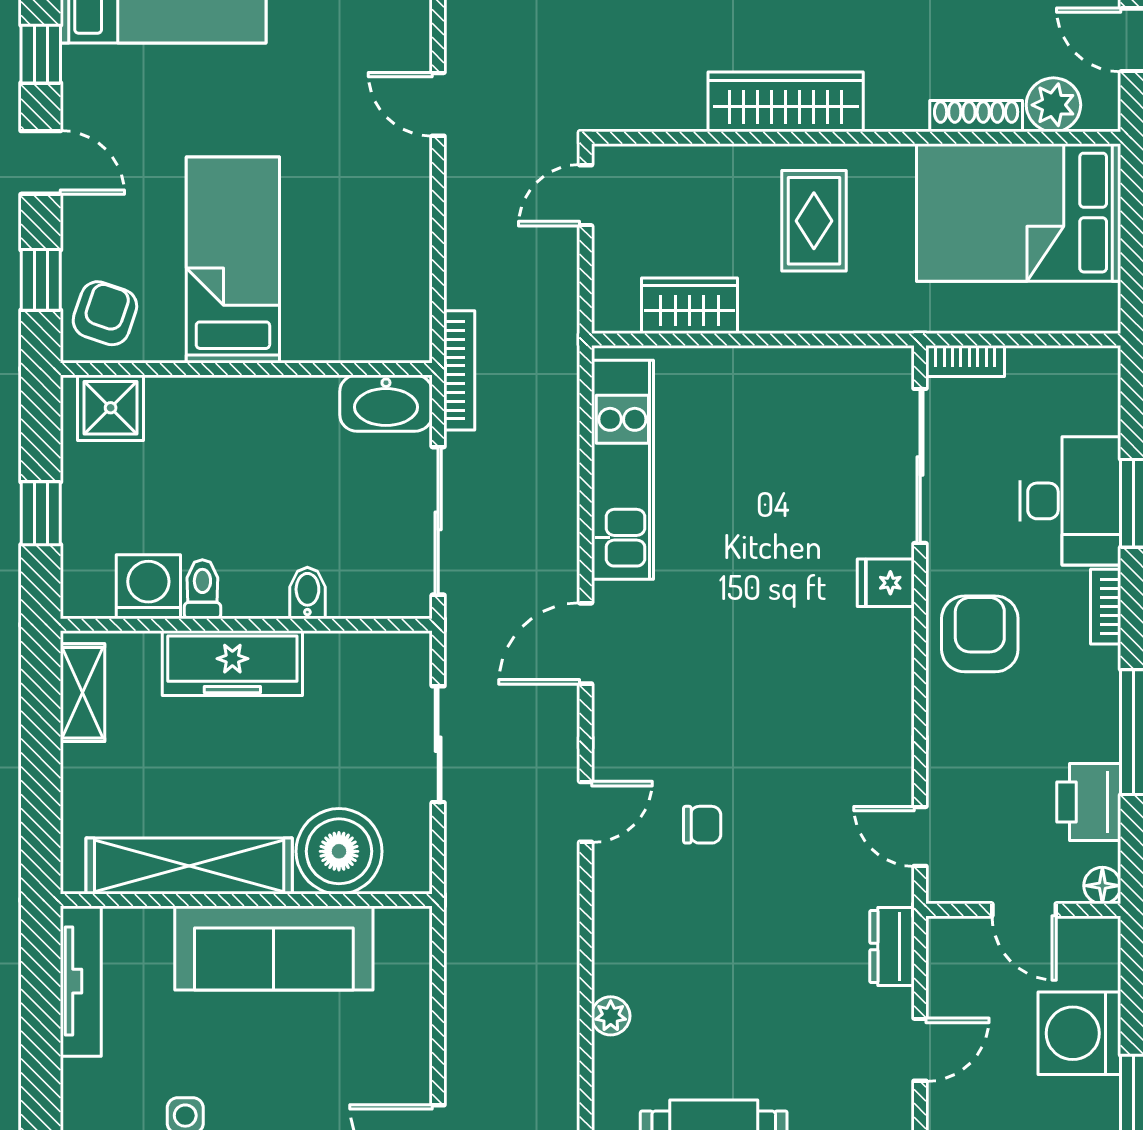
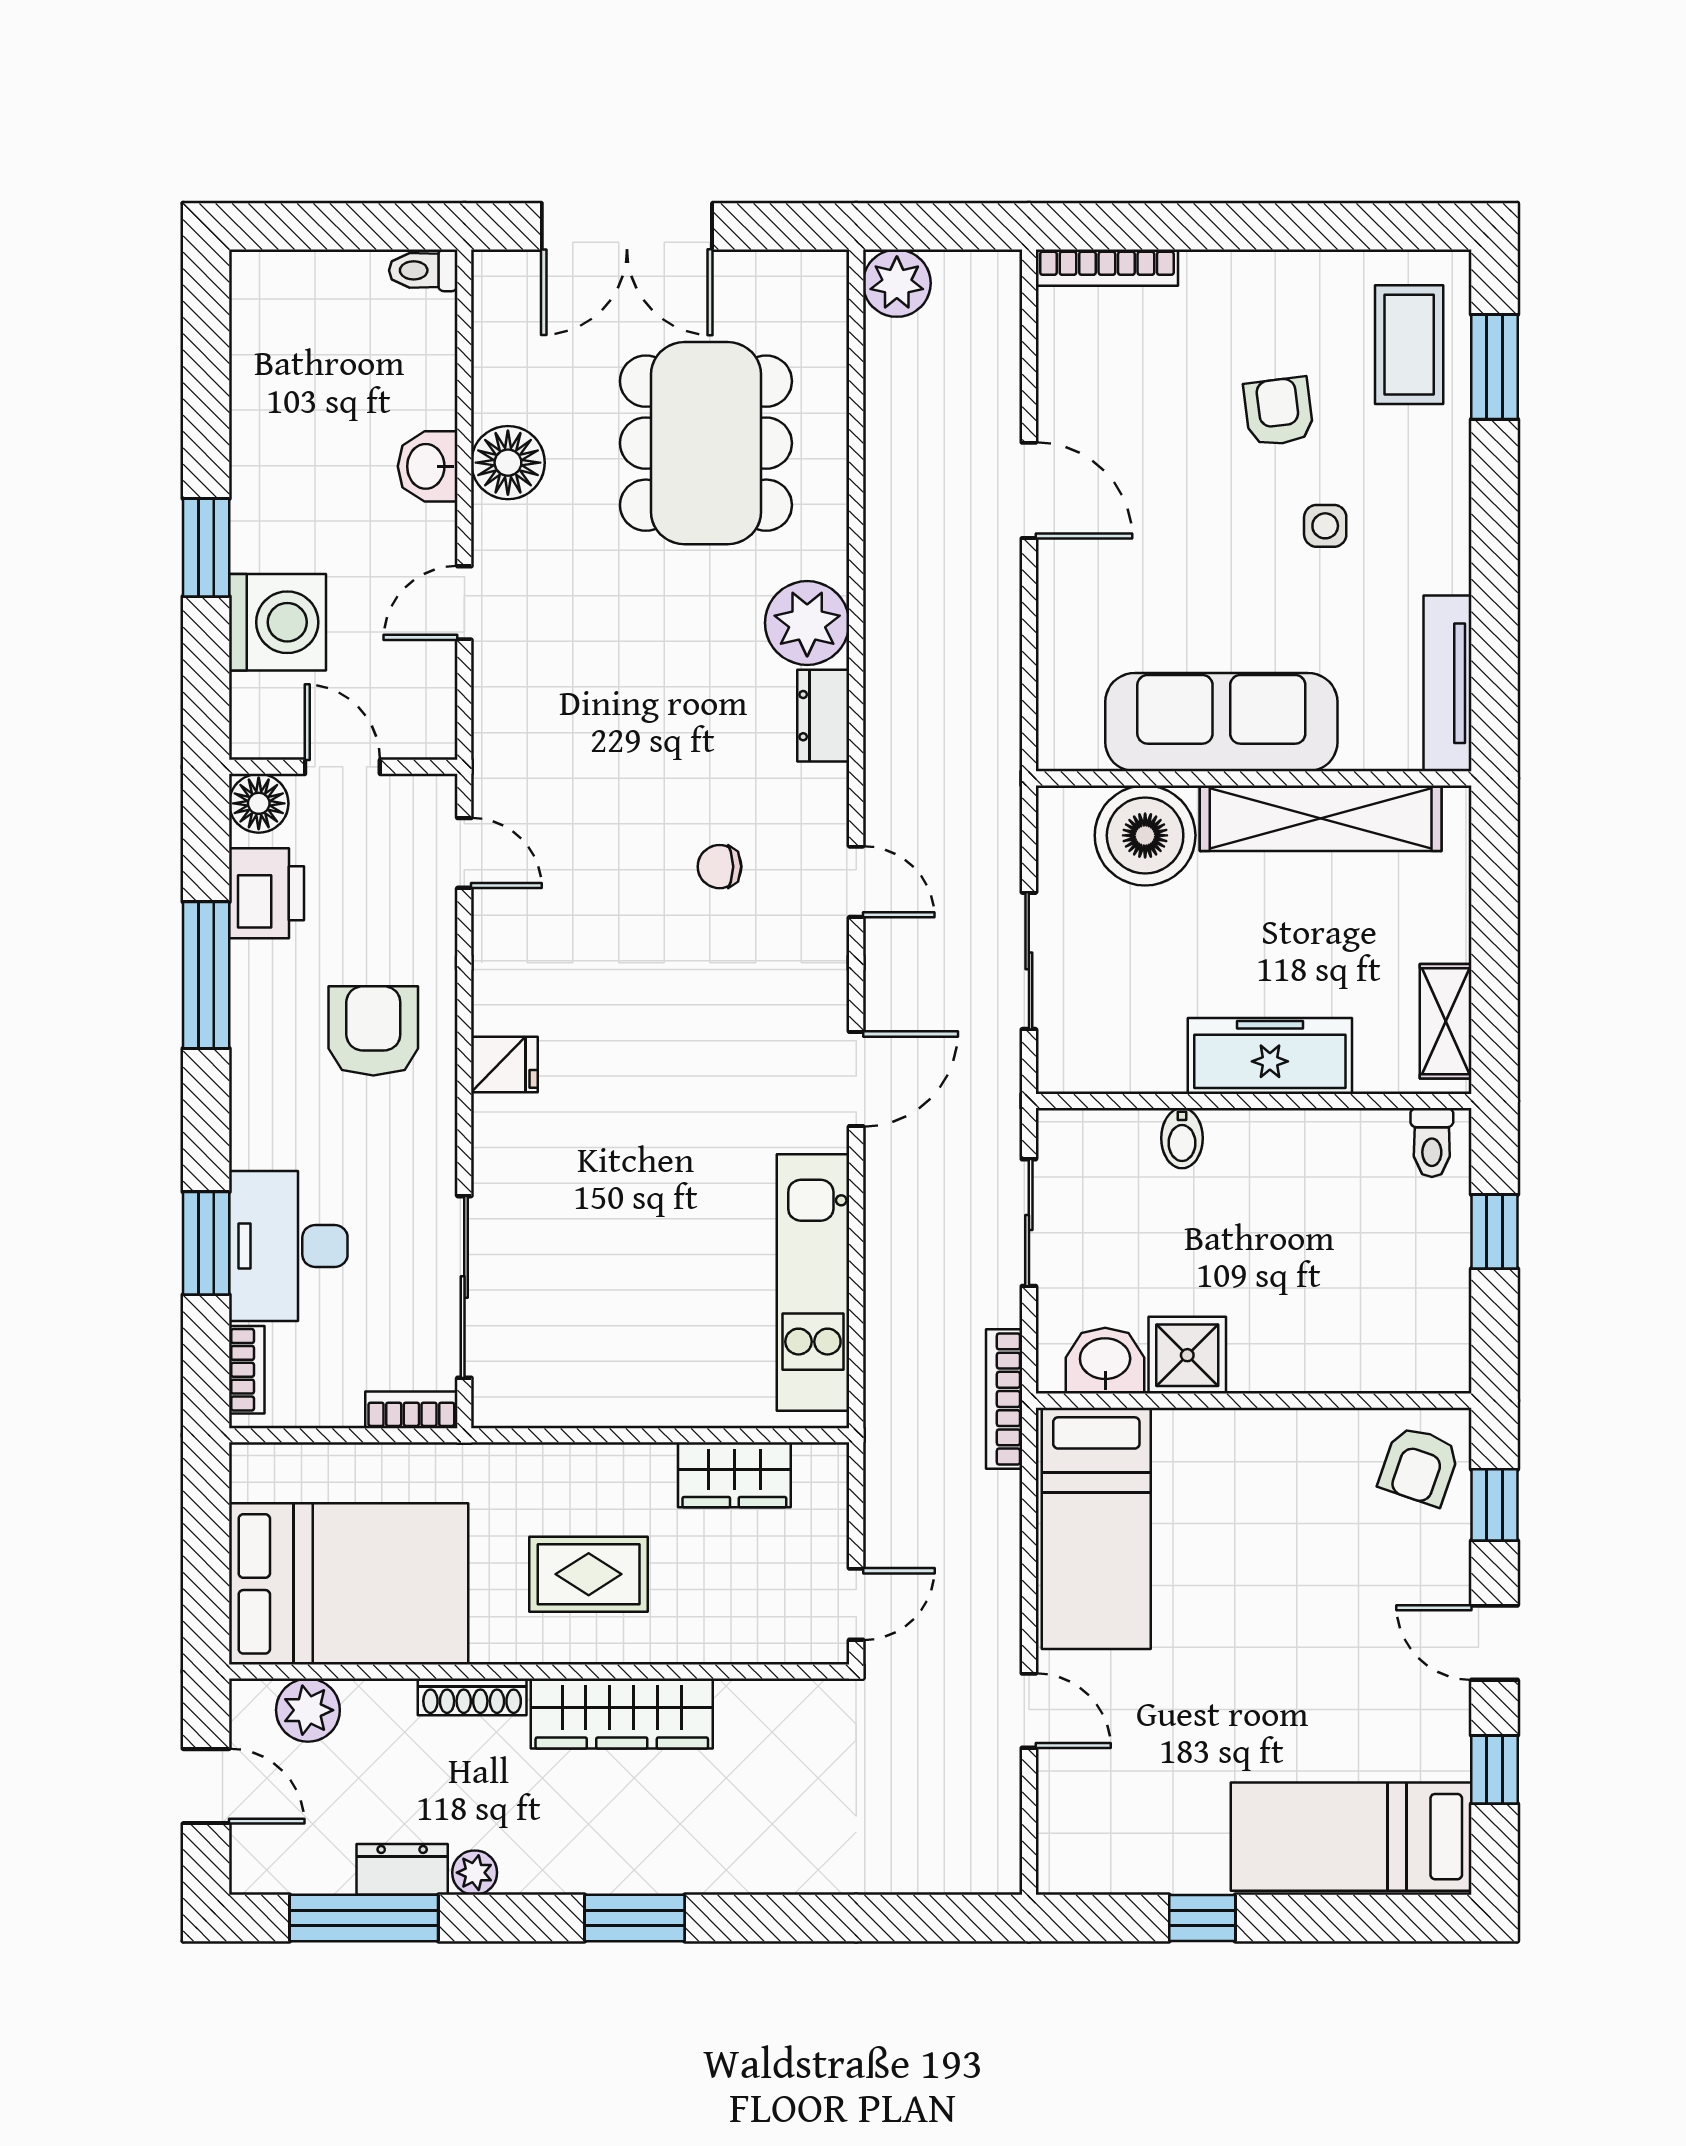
shoe rack: (976, 116) -> (472, 1697), moved
rug: (814, 221) -> (589, 1574), turned 90
bed: (233, 260) -> (1096, 1528), moved
washbasin: (386, 403) -> (1105, 1361), width x0.72
shower: (111, 408) -> (1187, 1355), moved
sliding door: (438, 521) -> (1029, 1223), width x0.73
fridge: (886, 583) -> (504, 1064), moved
washing machine: (148, 587) -> (1368, 1145), removed
toilet: (202, 589) -> (1432, 1143), moved
bookcase: (1106, 607) -> (247, 1370), moved
armchair: (980, 634) -> (373, 1031), moved, turned 180
door: (586, 812) -> (856, 882), swing flipped
floor lamp: (1102, 886) -> (259, 803), width x1.37, depth x1.37
dresser: (892, 946) -> (823, 716), moved, turned 180
plant: (611, 1016) -> (807, 623), width x1.87, depth x1.87

